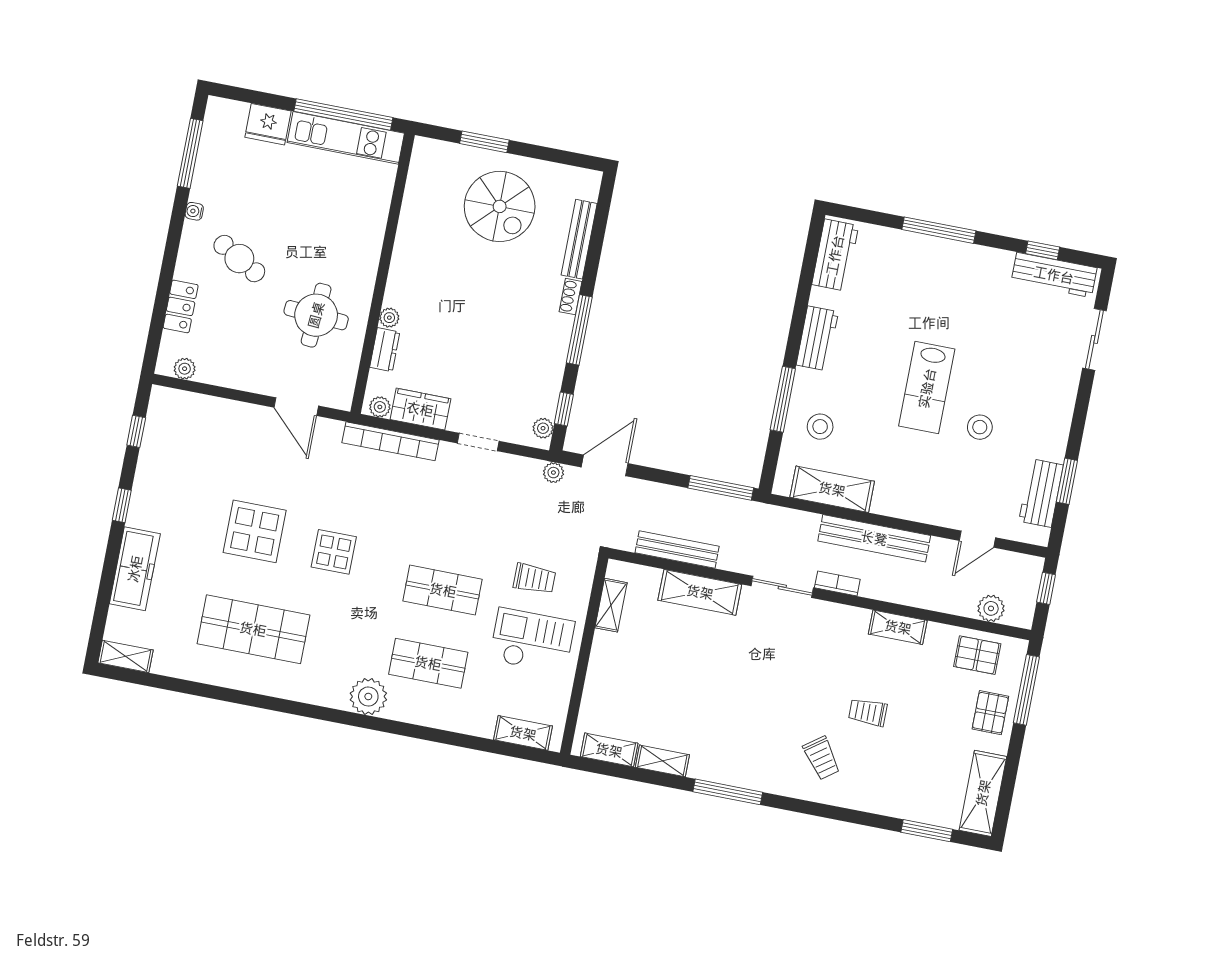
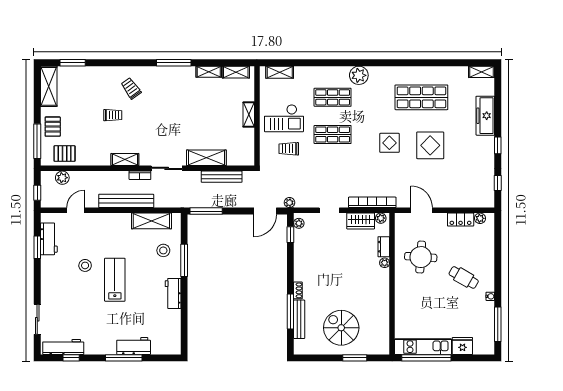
workbench: (835, 255) -> (134, 346), moved, turned 90
locker: (181, 306) -> (461, 220), moved, turned -90
window: (579, 330) -> (290, 312), moved
shelving: (611, 605) -> (249, 115), moved
shelving: (898, 627) -> (125, 160), moved

